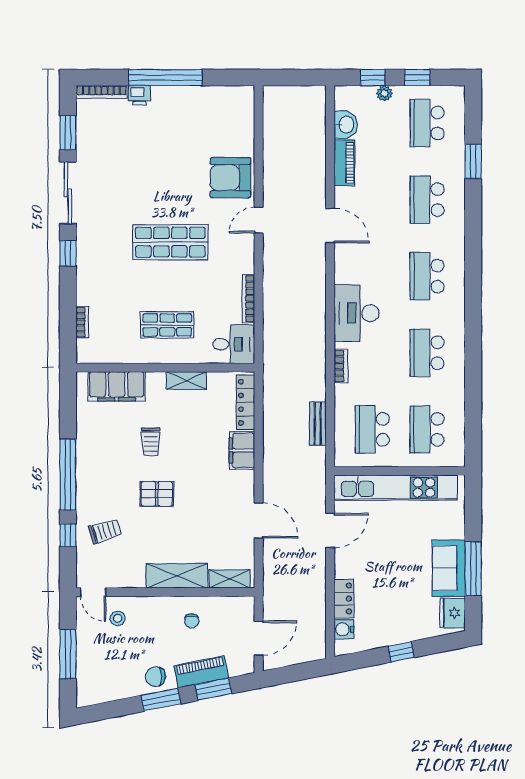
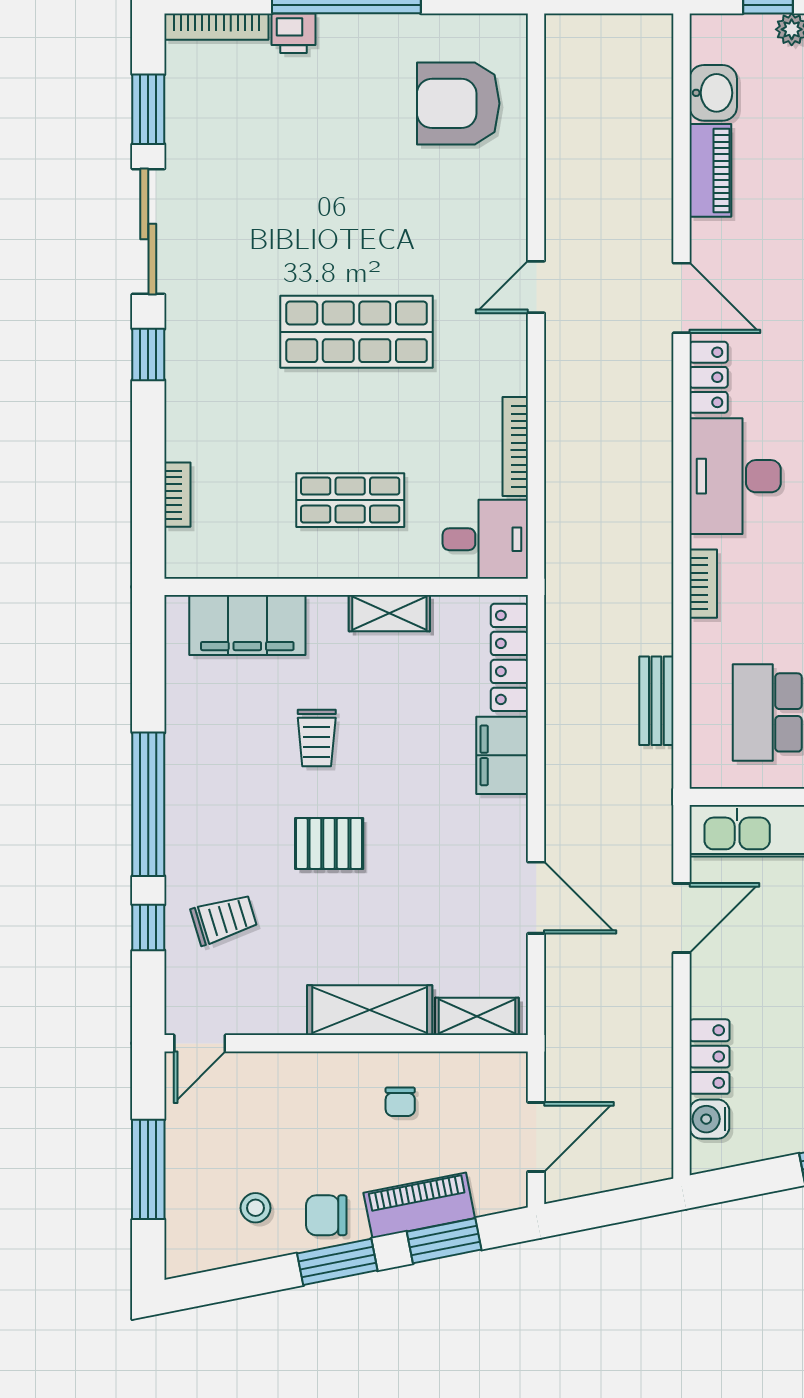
armchair: (230, 178) -> (458, 103), moved
locker: (343, 265) -> (709, 377), added
door: (93, 592) -> (200, 1043), hinge flipped
stool: (118, 618) -> (256, 1208), moved

